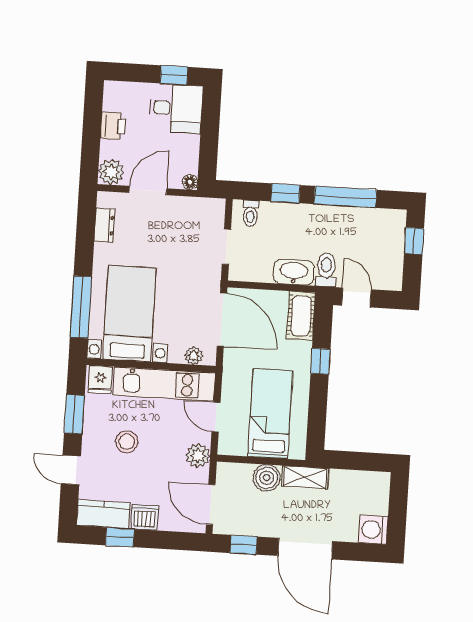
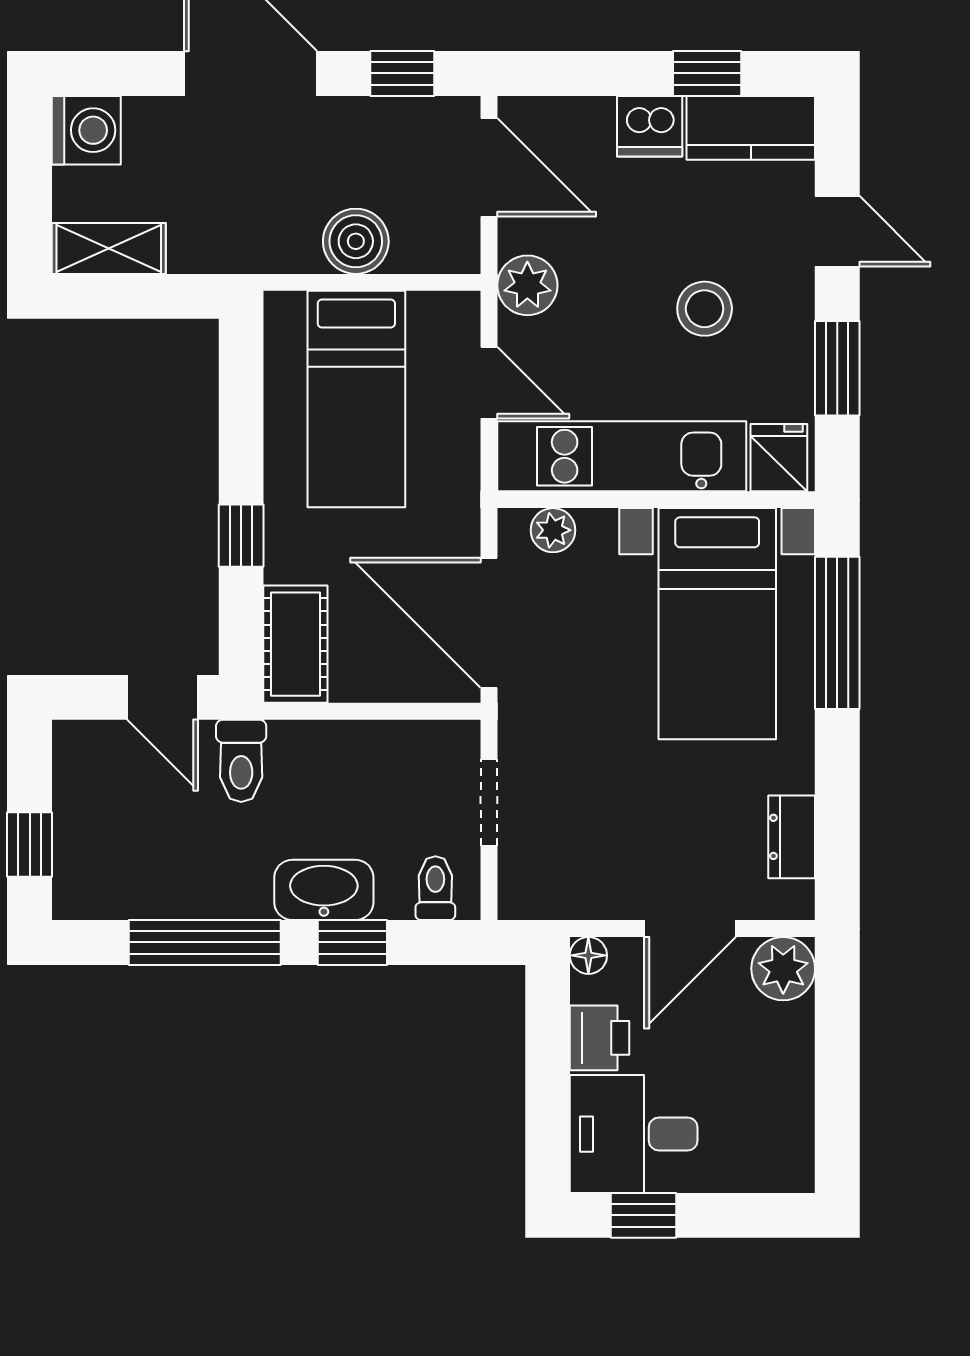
printer: (113, 126) -> (600, 1038), moved, turned 180
washbasin: (294, 272) -> (324, 890), moved, turned 180
shelving: (305, 477) -> (109, 248), moved

